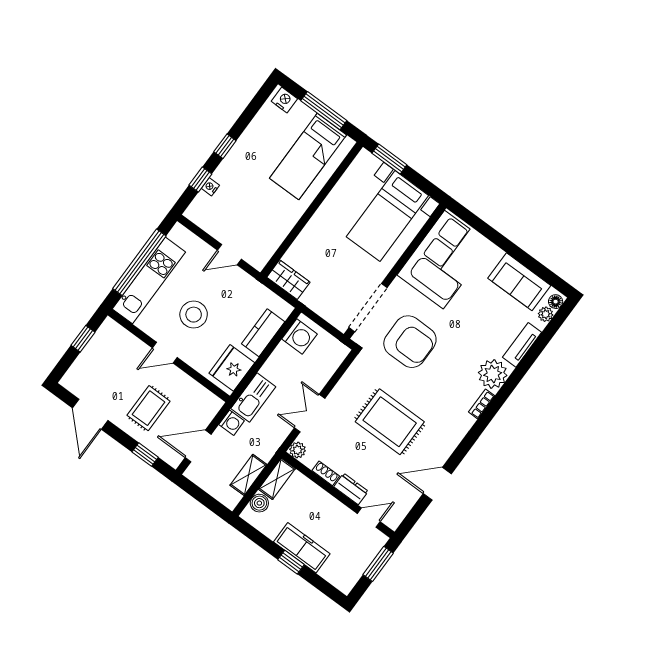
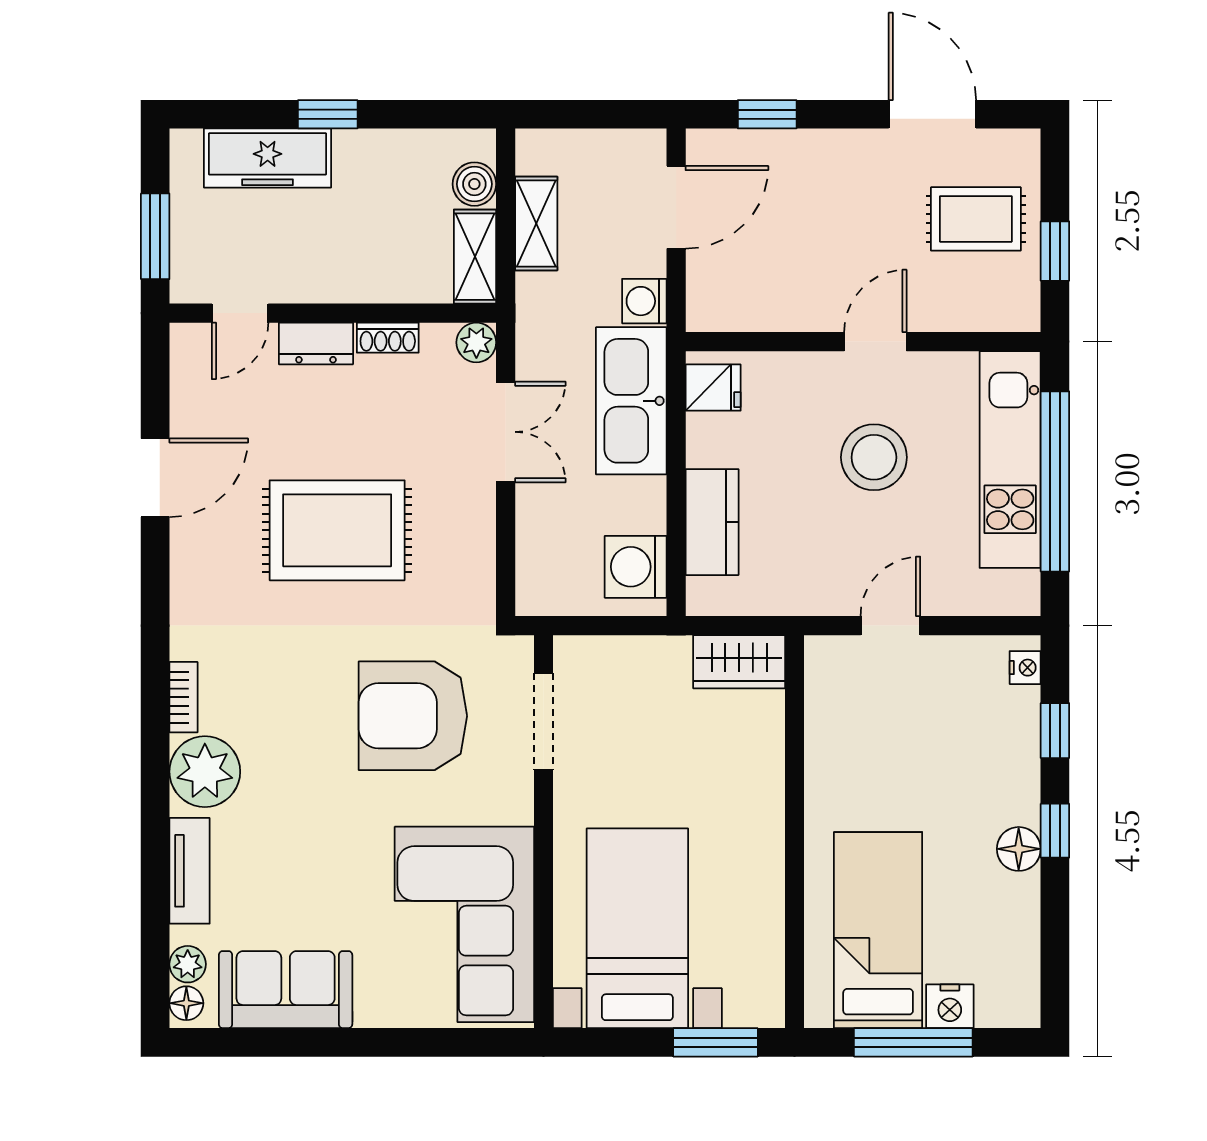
nightstand: (284, 100) -> (950, 1006), moved
floor lamp: (241, 149) -> (1019, 849), added
nightstand: (210, 187) -> (1025, 668), moved
doorway: (368, 308) -> (544, 722), width x0.73
fridge: (232, 368) -> (713, 388), width x0.53, depth x0.75
kitchen sink: (253, 398) -> (631, 401), width x1.36, depth x1.24
rug: (149, 408) -> (976, 219), moved, turned 90
freezer: (302, 548) -> (268, 158), moved

